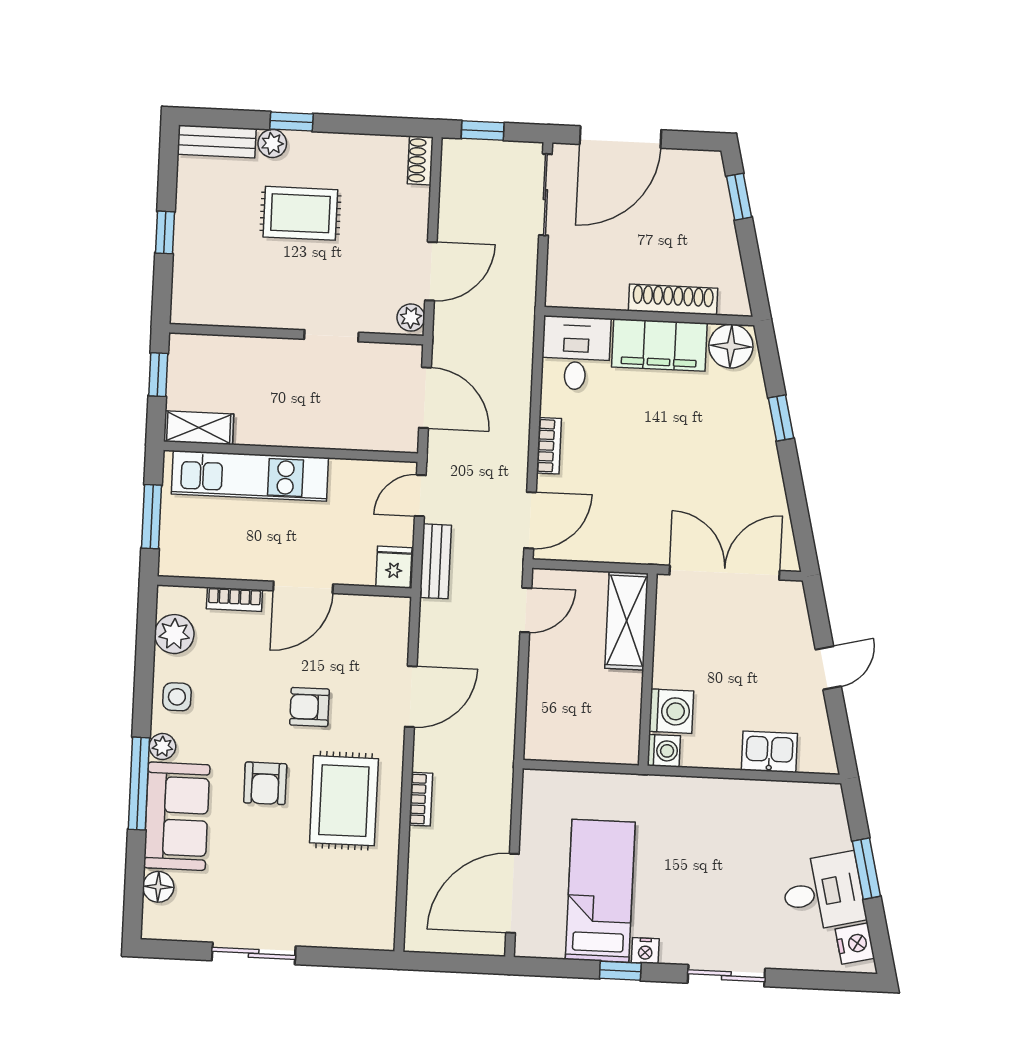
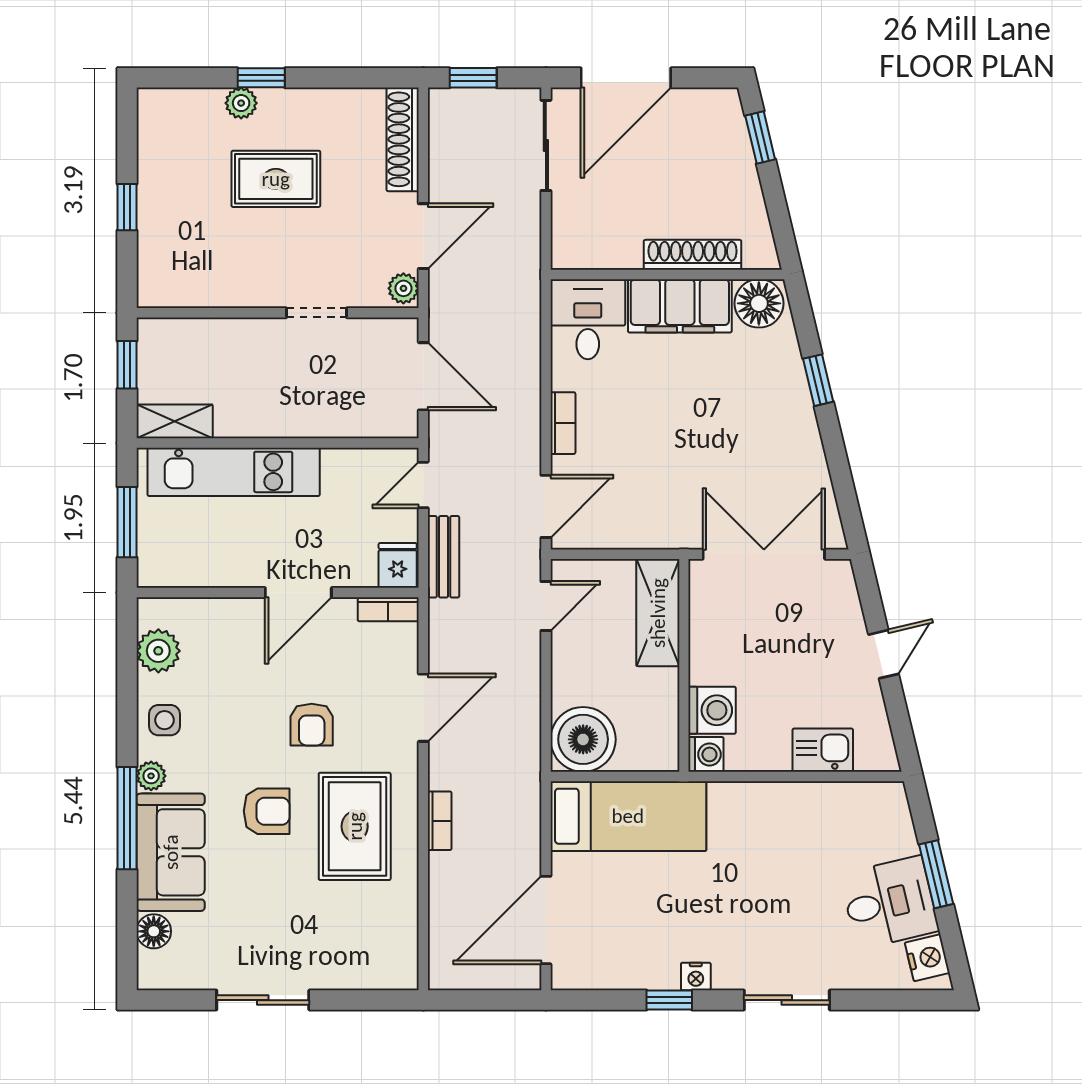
bench: (217, 141) -> (179, 104), removed
shoe rack: (420, 160) -> (403, 139), width x1.94, depth x1.24
bookcase: (234, 599) -> (388, 609), moved
armchair: (309, 707) -> (312, 725), turned -90
boiler: (554, 732) -> (583, 739), added
armchair: (265, 783) -> (267, 811), turned -90
bed: (600, 891) -> (628, 816), moved, turned 90

